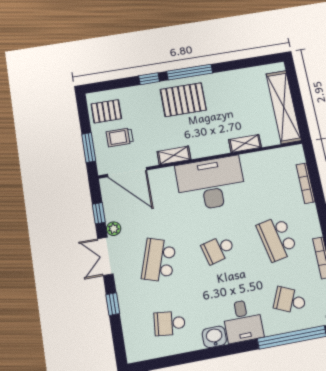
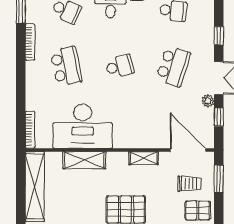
shelving: (245, 143) -> (84, 160), width x1.50, depth x1.33
bookcase: (306, 183) -> (30, 130), moved
desk: (211, 184) -> (83, 126), moved

